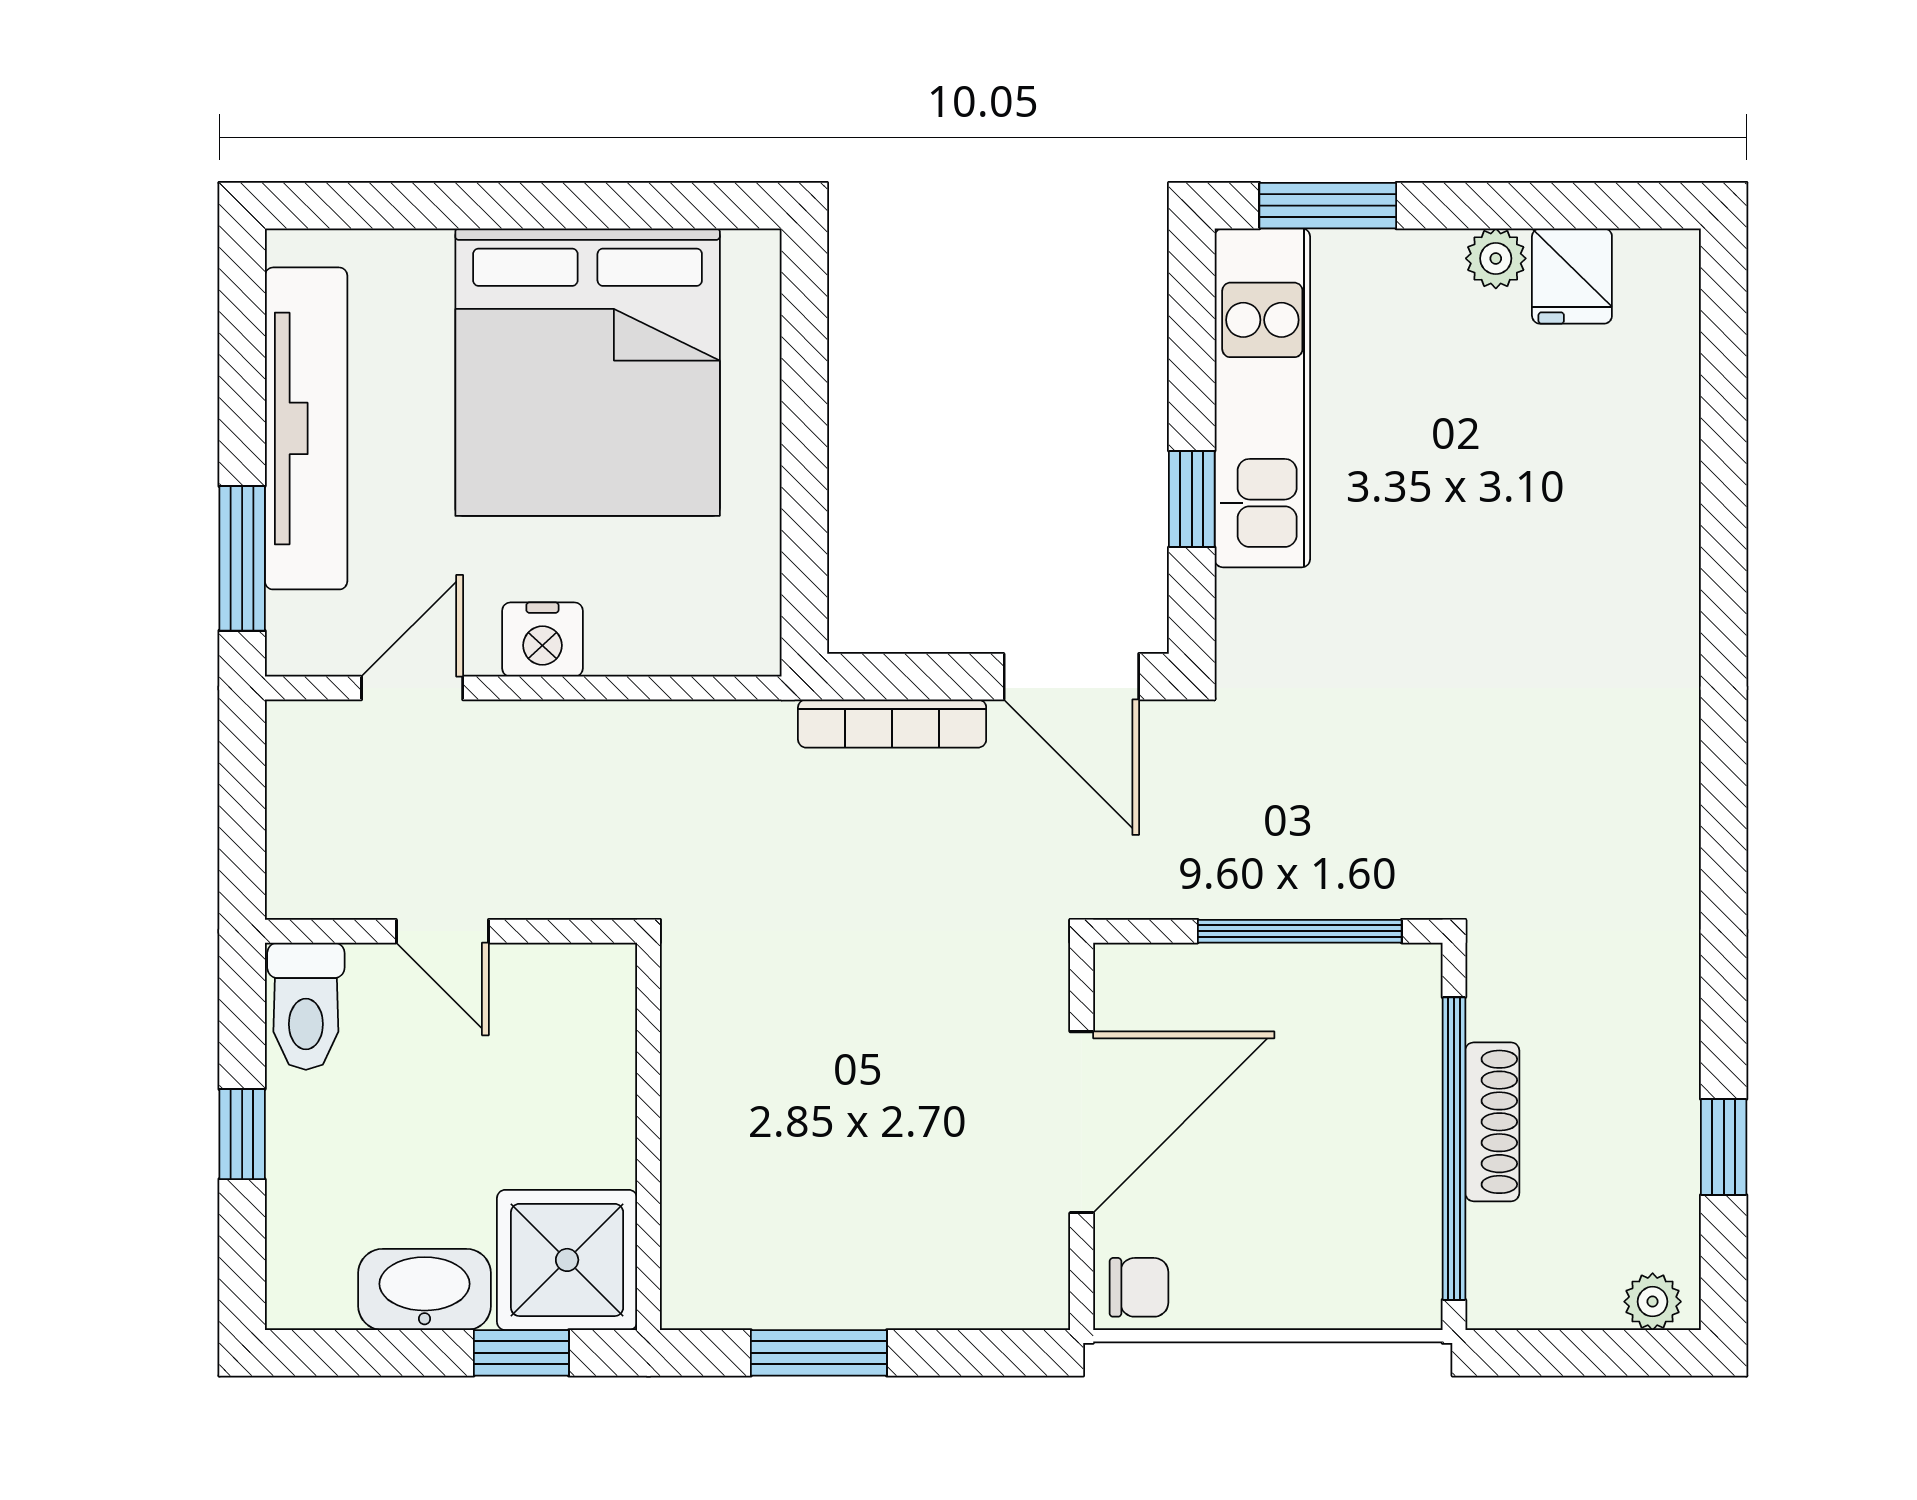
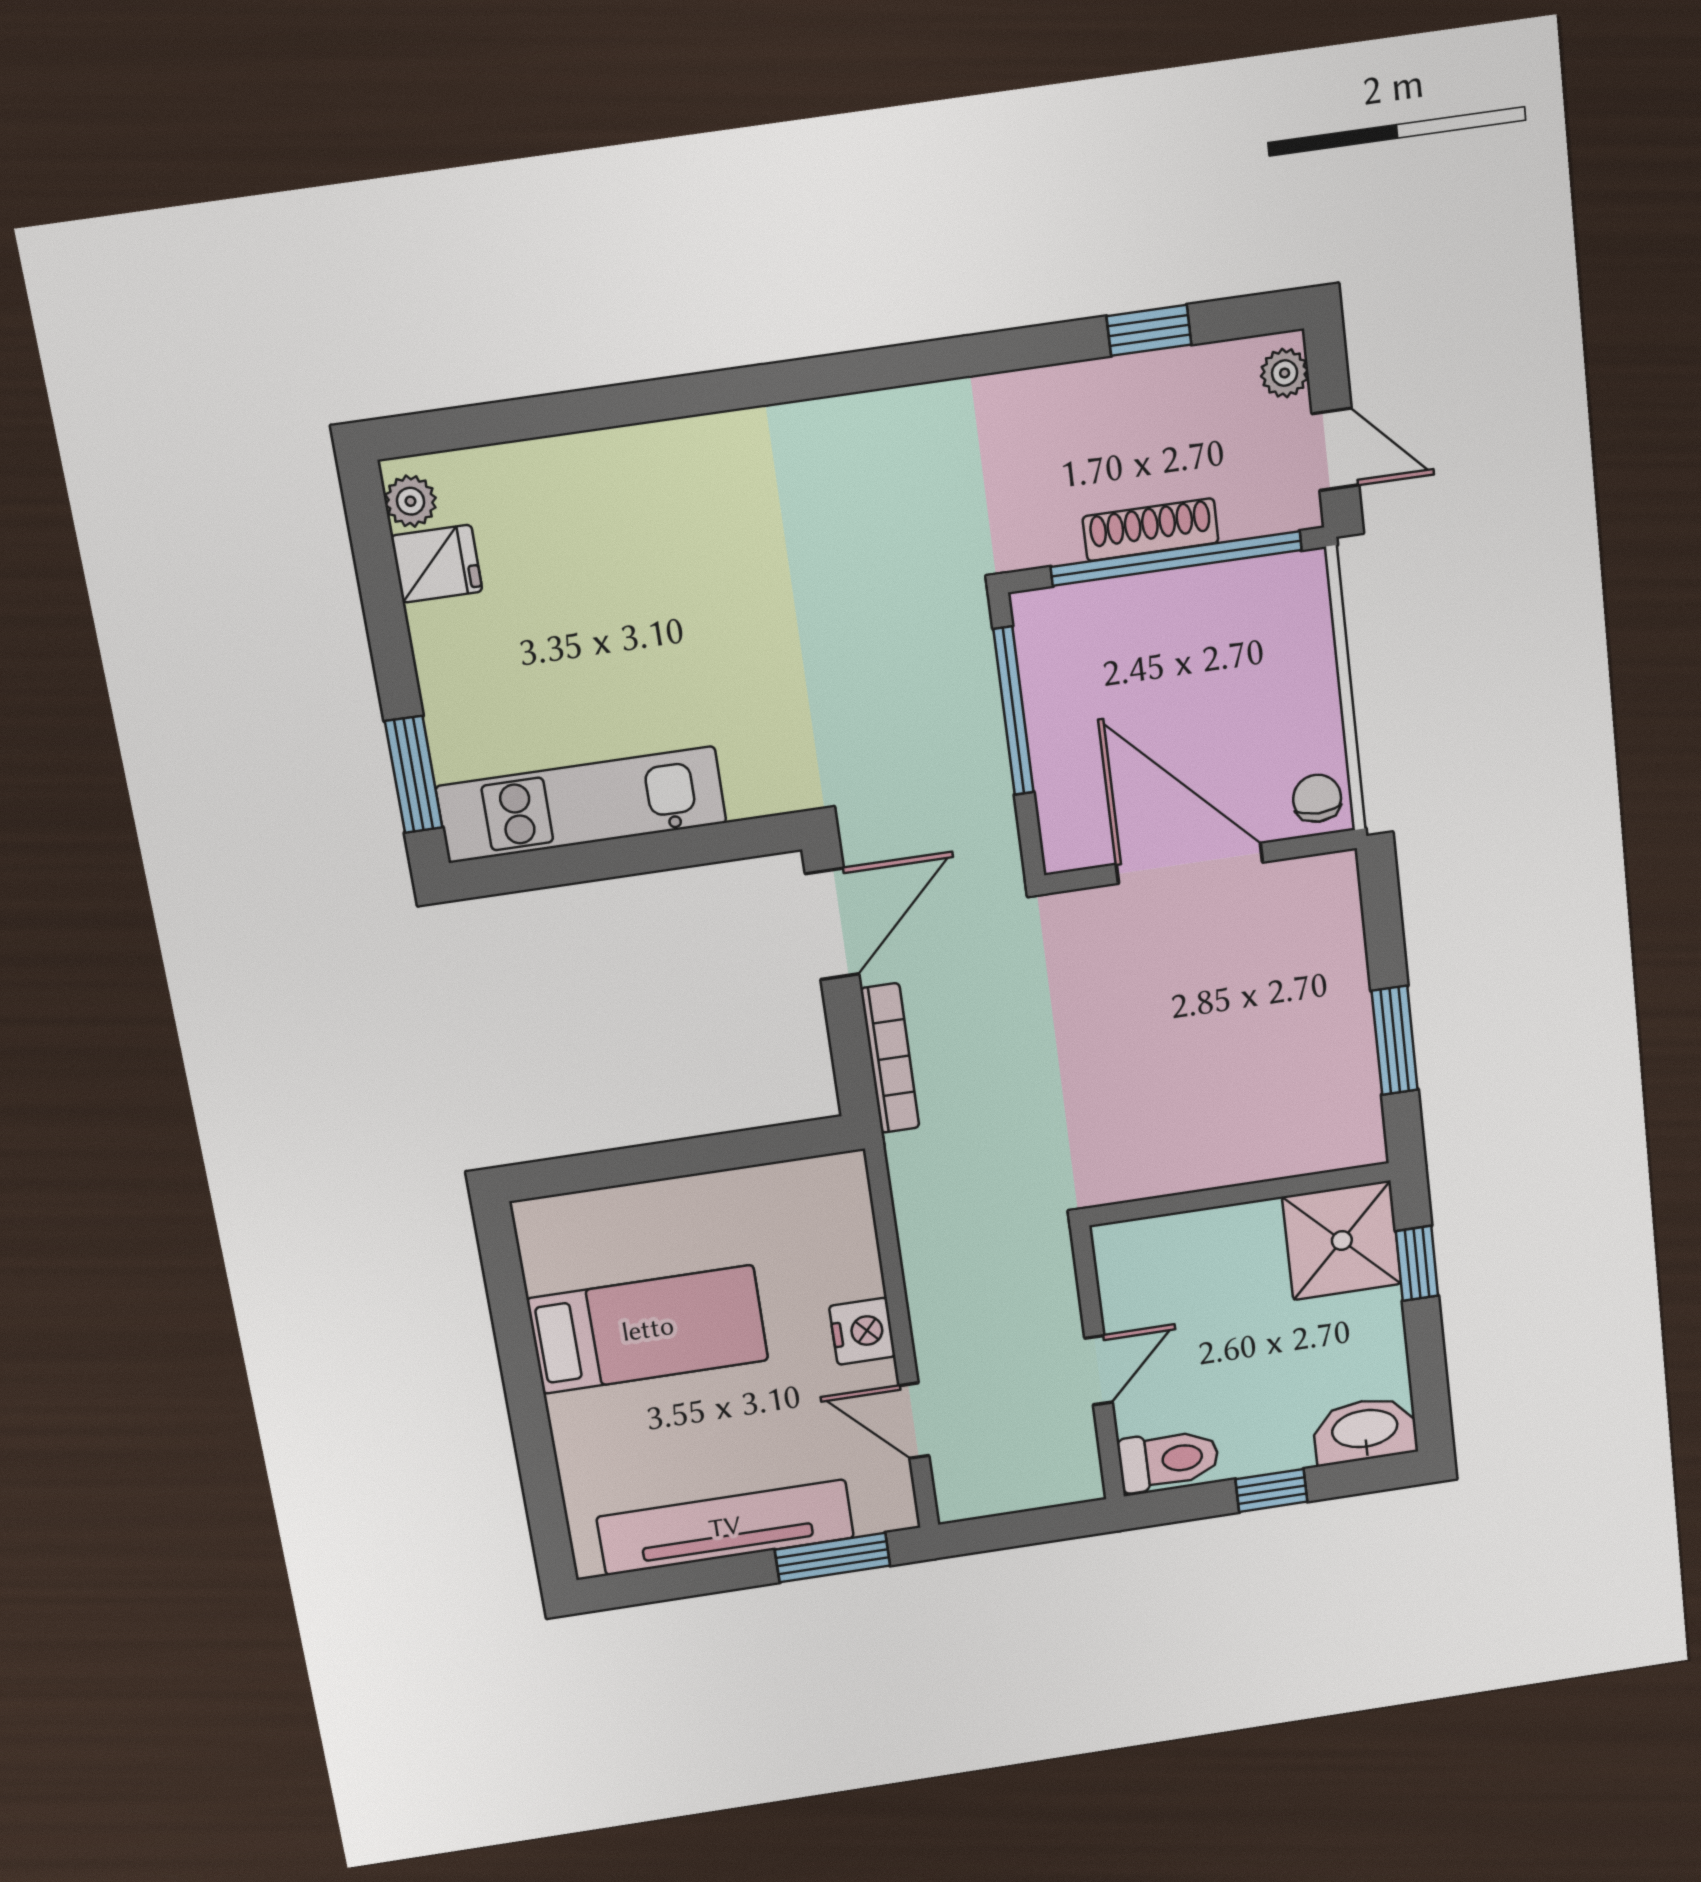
plant: (1496, 258) -> (410, 501), moved
bed: (588, 372) -> (648, 1329), width x0.49
window: (1192, 499) -> (673, 849), removed
washbasin: (425, 1289) -> (1365, 1430), moved, turned 90
door: (1555, 1353) -> (1335, 449), added

